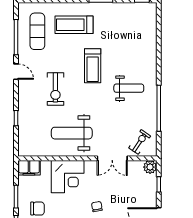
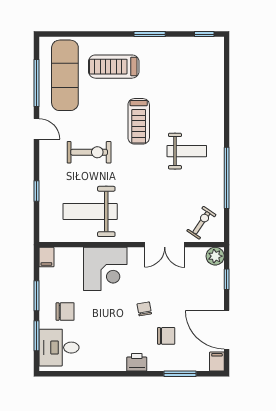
exercise mat: (37, 31) -> (65, 75), width x1.36, depth x1.45
exercise bike: (55, 89) -> (89, 152), turned -90
weight bench: (72, 133) -> (90, 211), moved
filing cabinet: (29, 168) -> (46, 257), width x0.50

